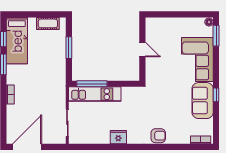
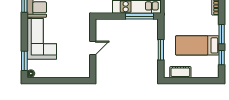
bed: (17, 41) -> (197, 45), moved, turned -90
door: (142, 49) -> (93, 48), swing flipped

